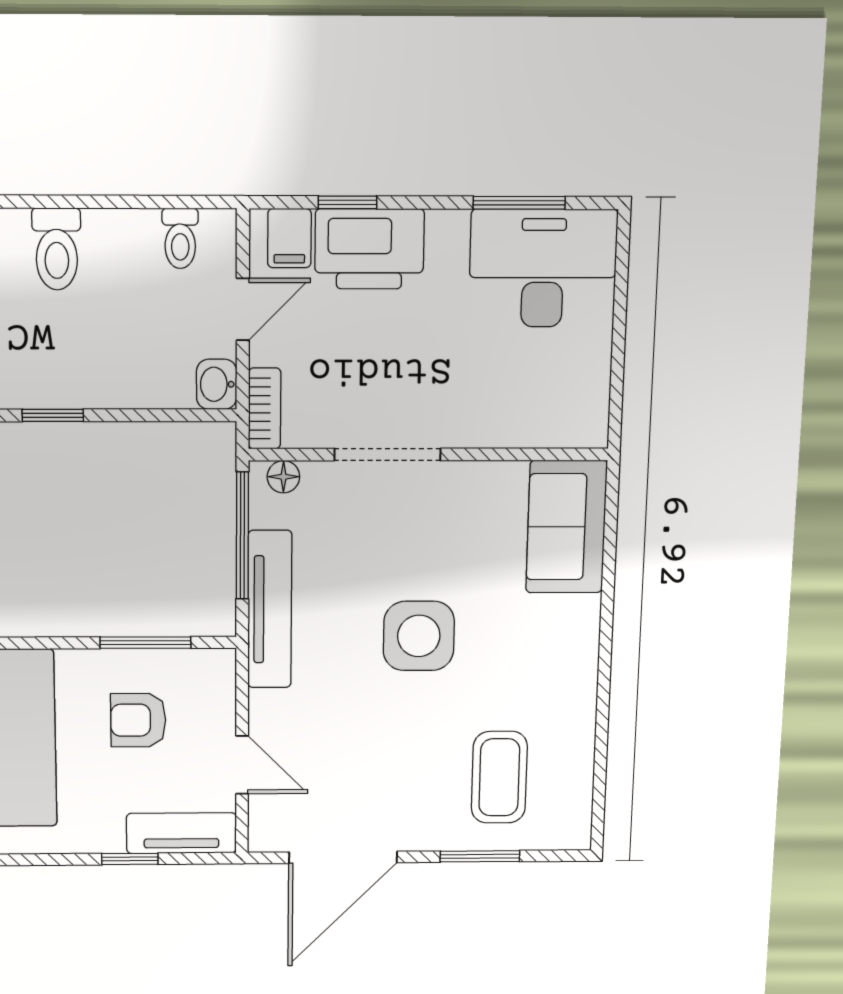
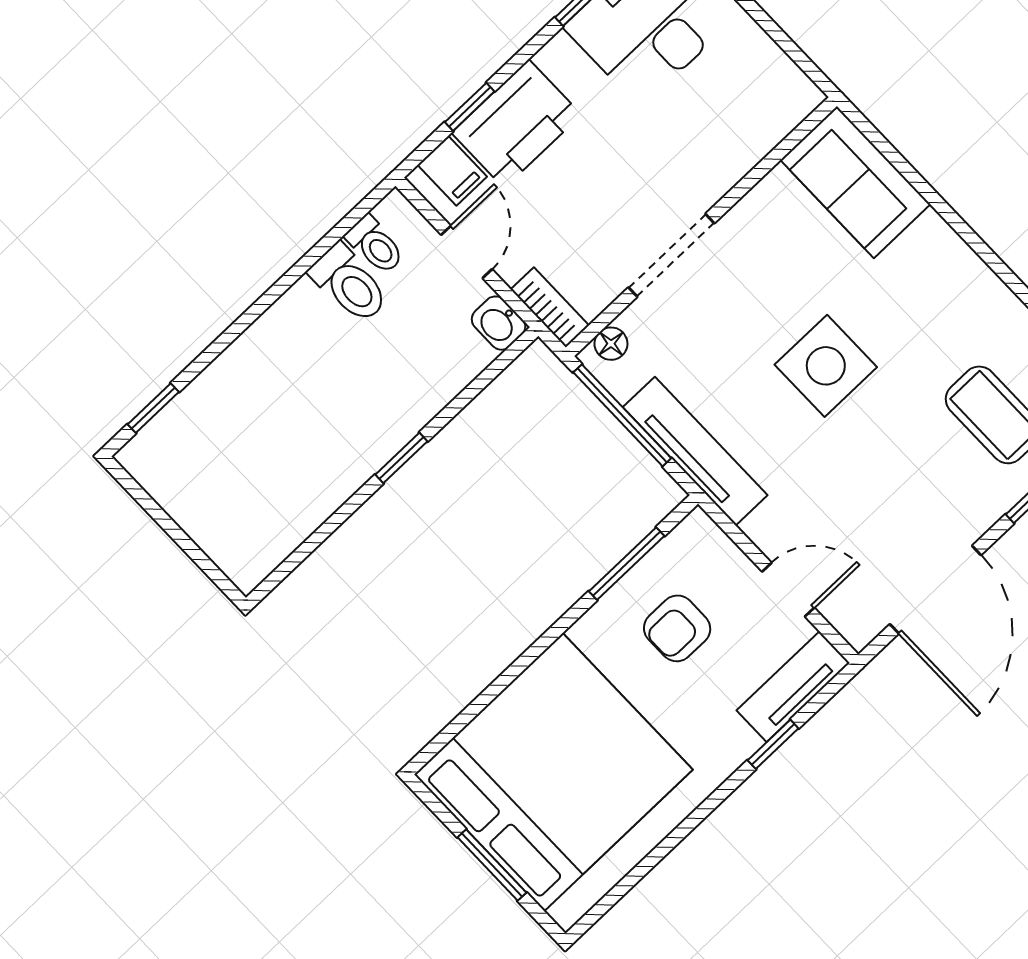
toilet: (57, 249) -> (349, 284), moved

